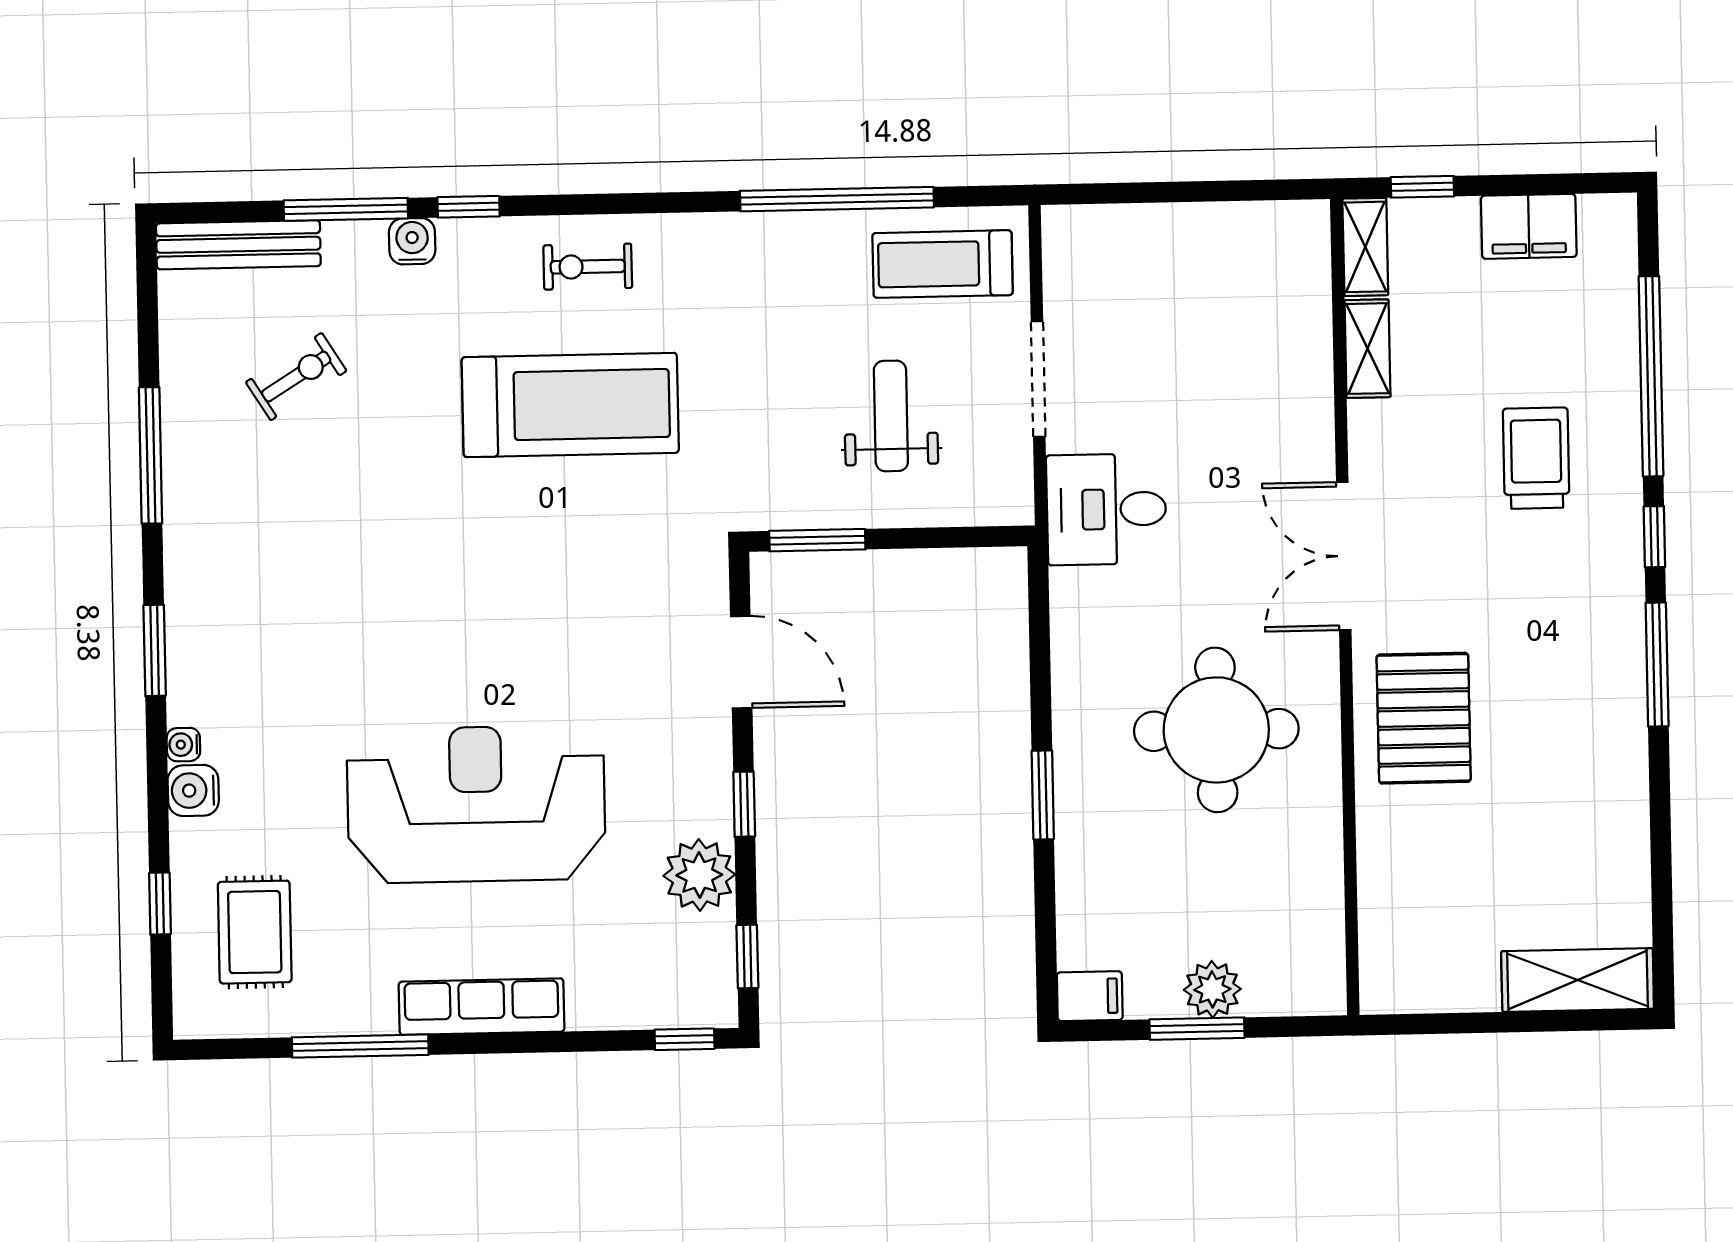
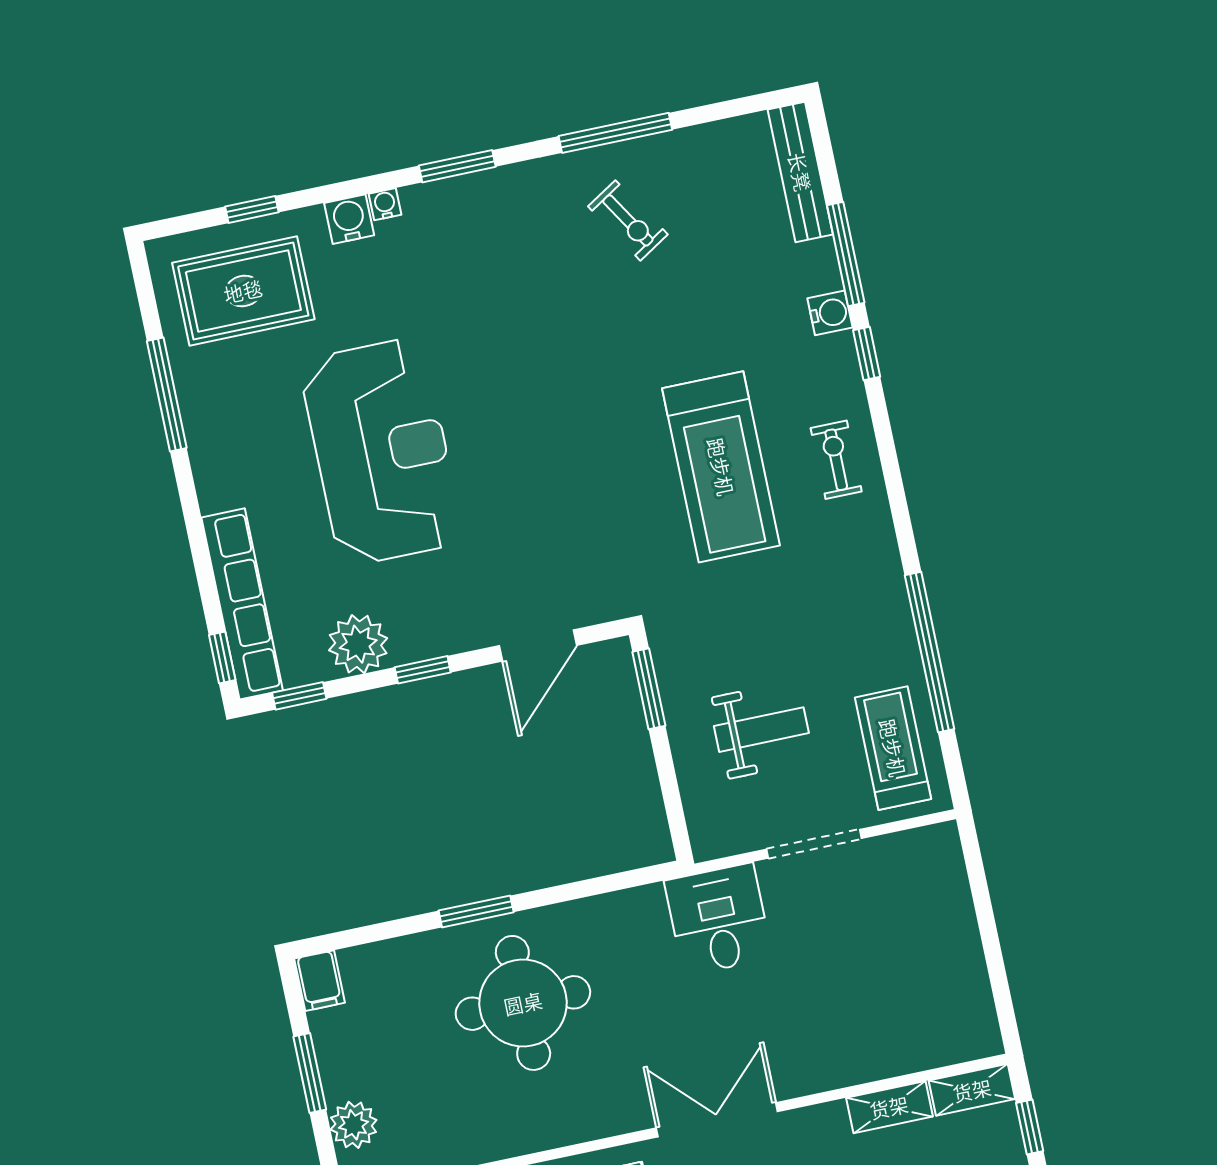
exercise bike: (296, 377) -> (628, 220), moved
round table: (1216, 730) -> (523, 1003), moved
rug: (255, 932) -> (243, 291), width x1.36, depth x1.43
plant: (1212, 989) -> (354, 1125), moved
row of seats: (482, 1007) -> (242, 604), moved, width x1.36

